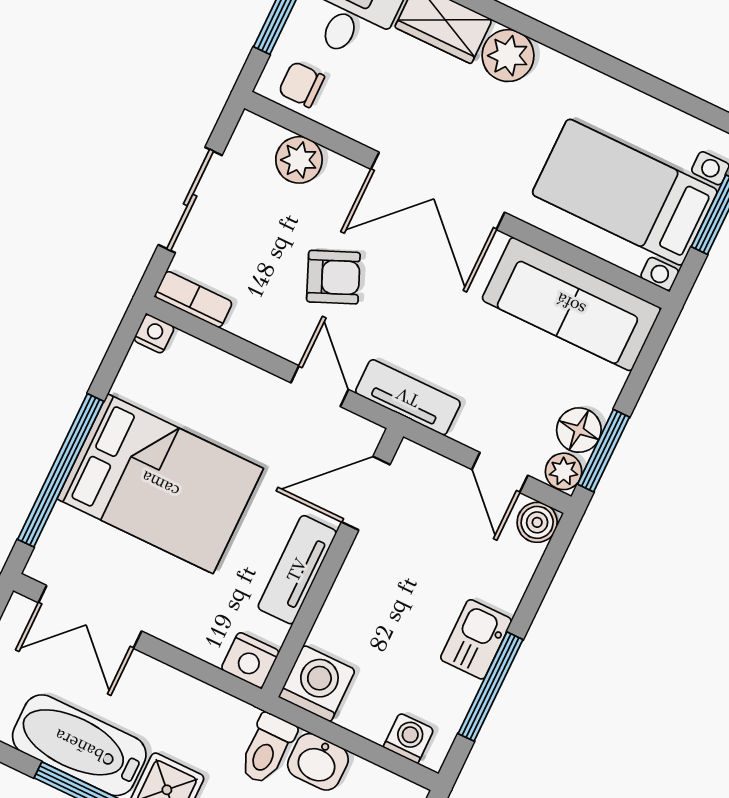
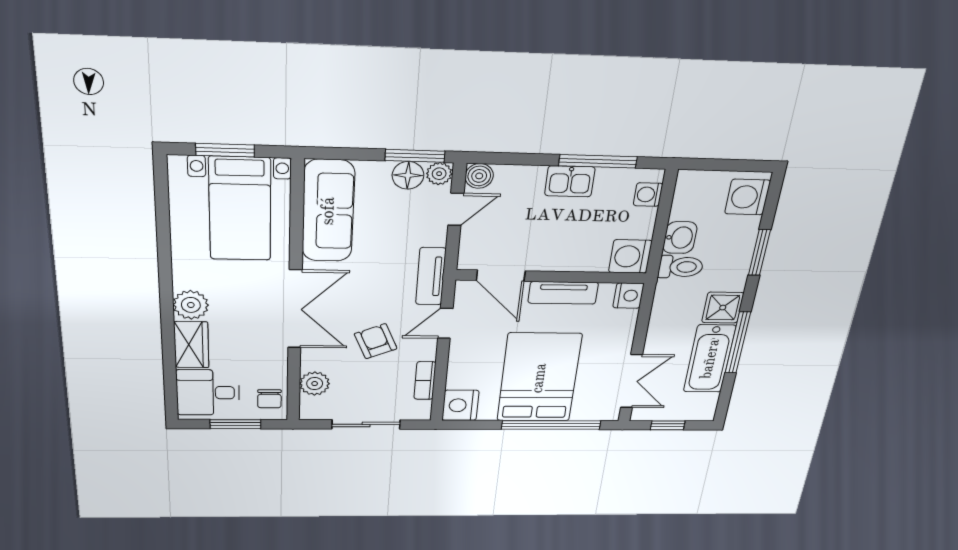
bookcase: (193, 299) -> (425, 381), moved
nightstand: (154, 334) -> (460, 405), width x1.89, depth x1.79

